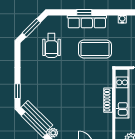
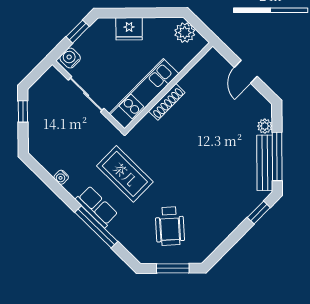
window: (84, 12) -> (96, 227), width x2.17
row of seats: (87, 22) -> (97, 207), width x0.68
wheelchair: (51, 45) -> (170, 226), turned 132

